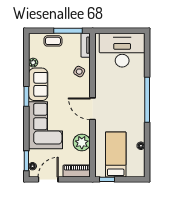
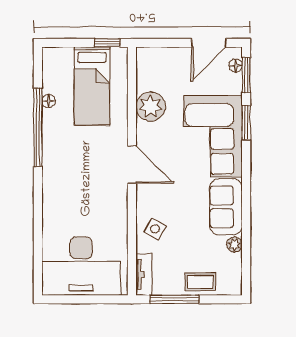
window: (26, 96) -> (246, 123), moved
window: (147, 100) -> (38, 127), moved
piano: (77, 171) -> (159, 57), removed

